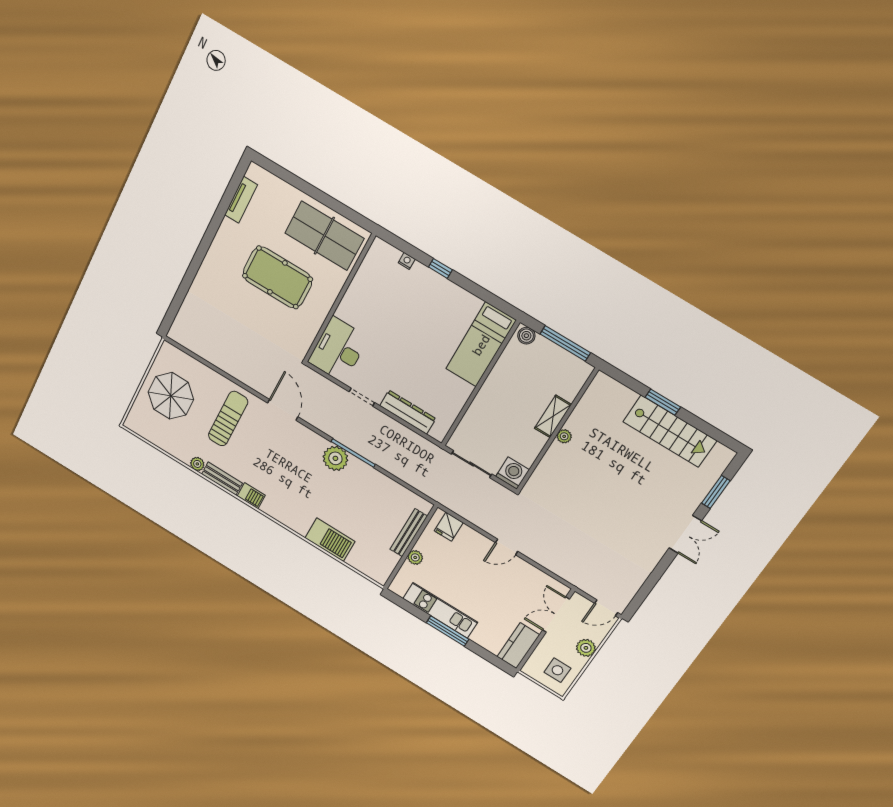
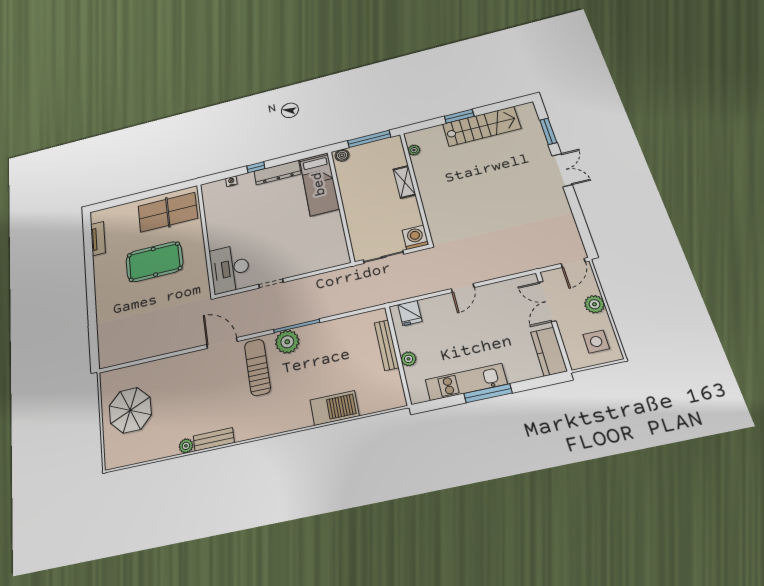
dresser: (408, 412) -> (277, 173), moved, turned 180
sun lounger: (228, 419) -> (257, 367), moved
plant: (564, 436) -> (414, 150), moved
barbecue: (251, 496) -> (247, 431), removed

